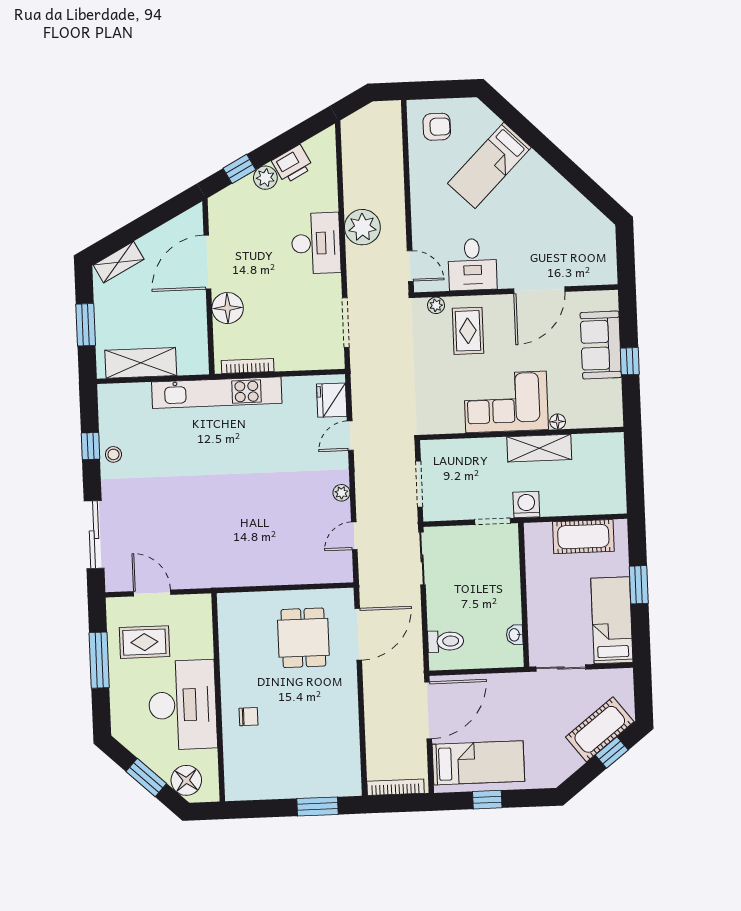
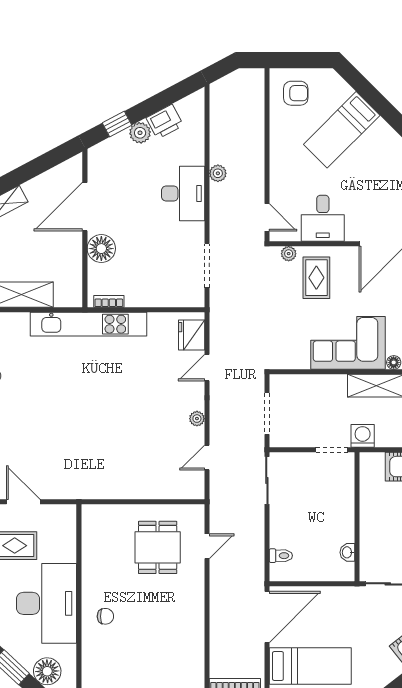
plant: (362, 227) -> (218, 173), width x0.53, depth x0.53
bookcase: (248, 366) -> (109, 301), width x0.64
door: (358, 634) -> (207, 546), width x0.53
toilet: (446, 641) -> (281, 556), width x0.73, depth x0.72

